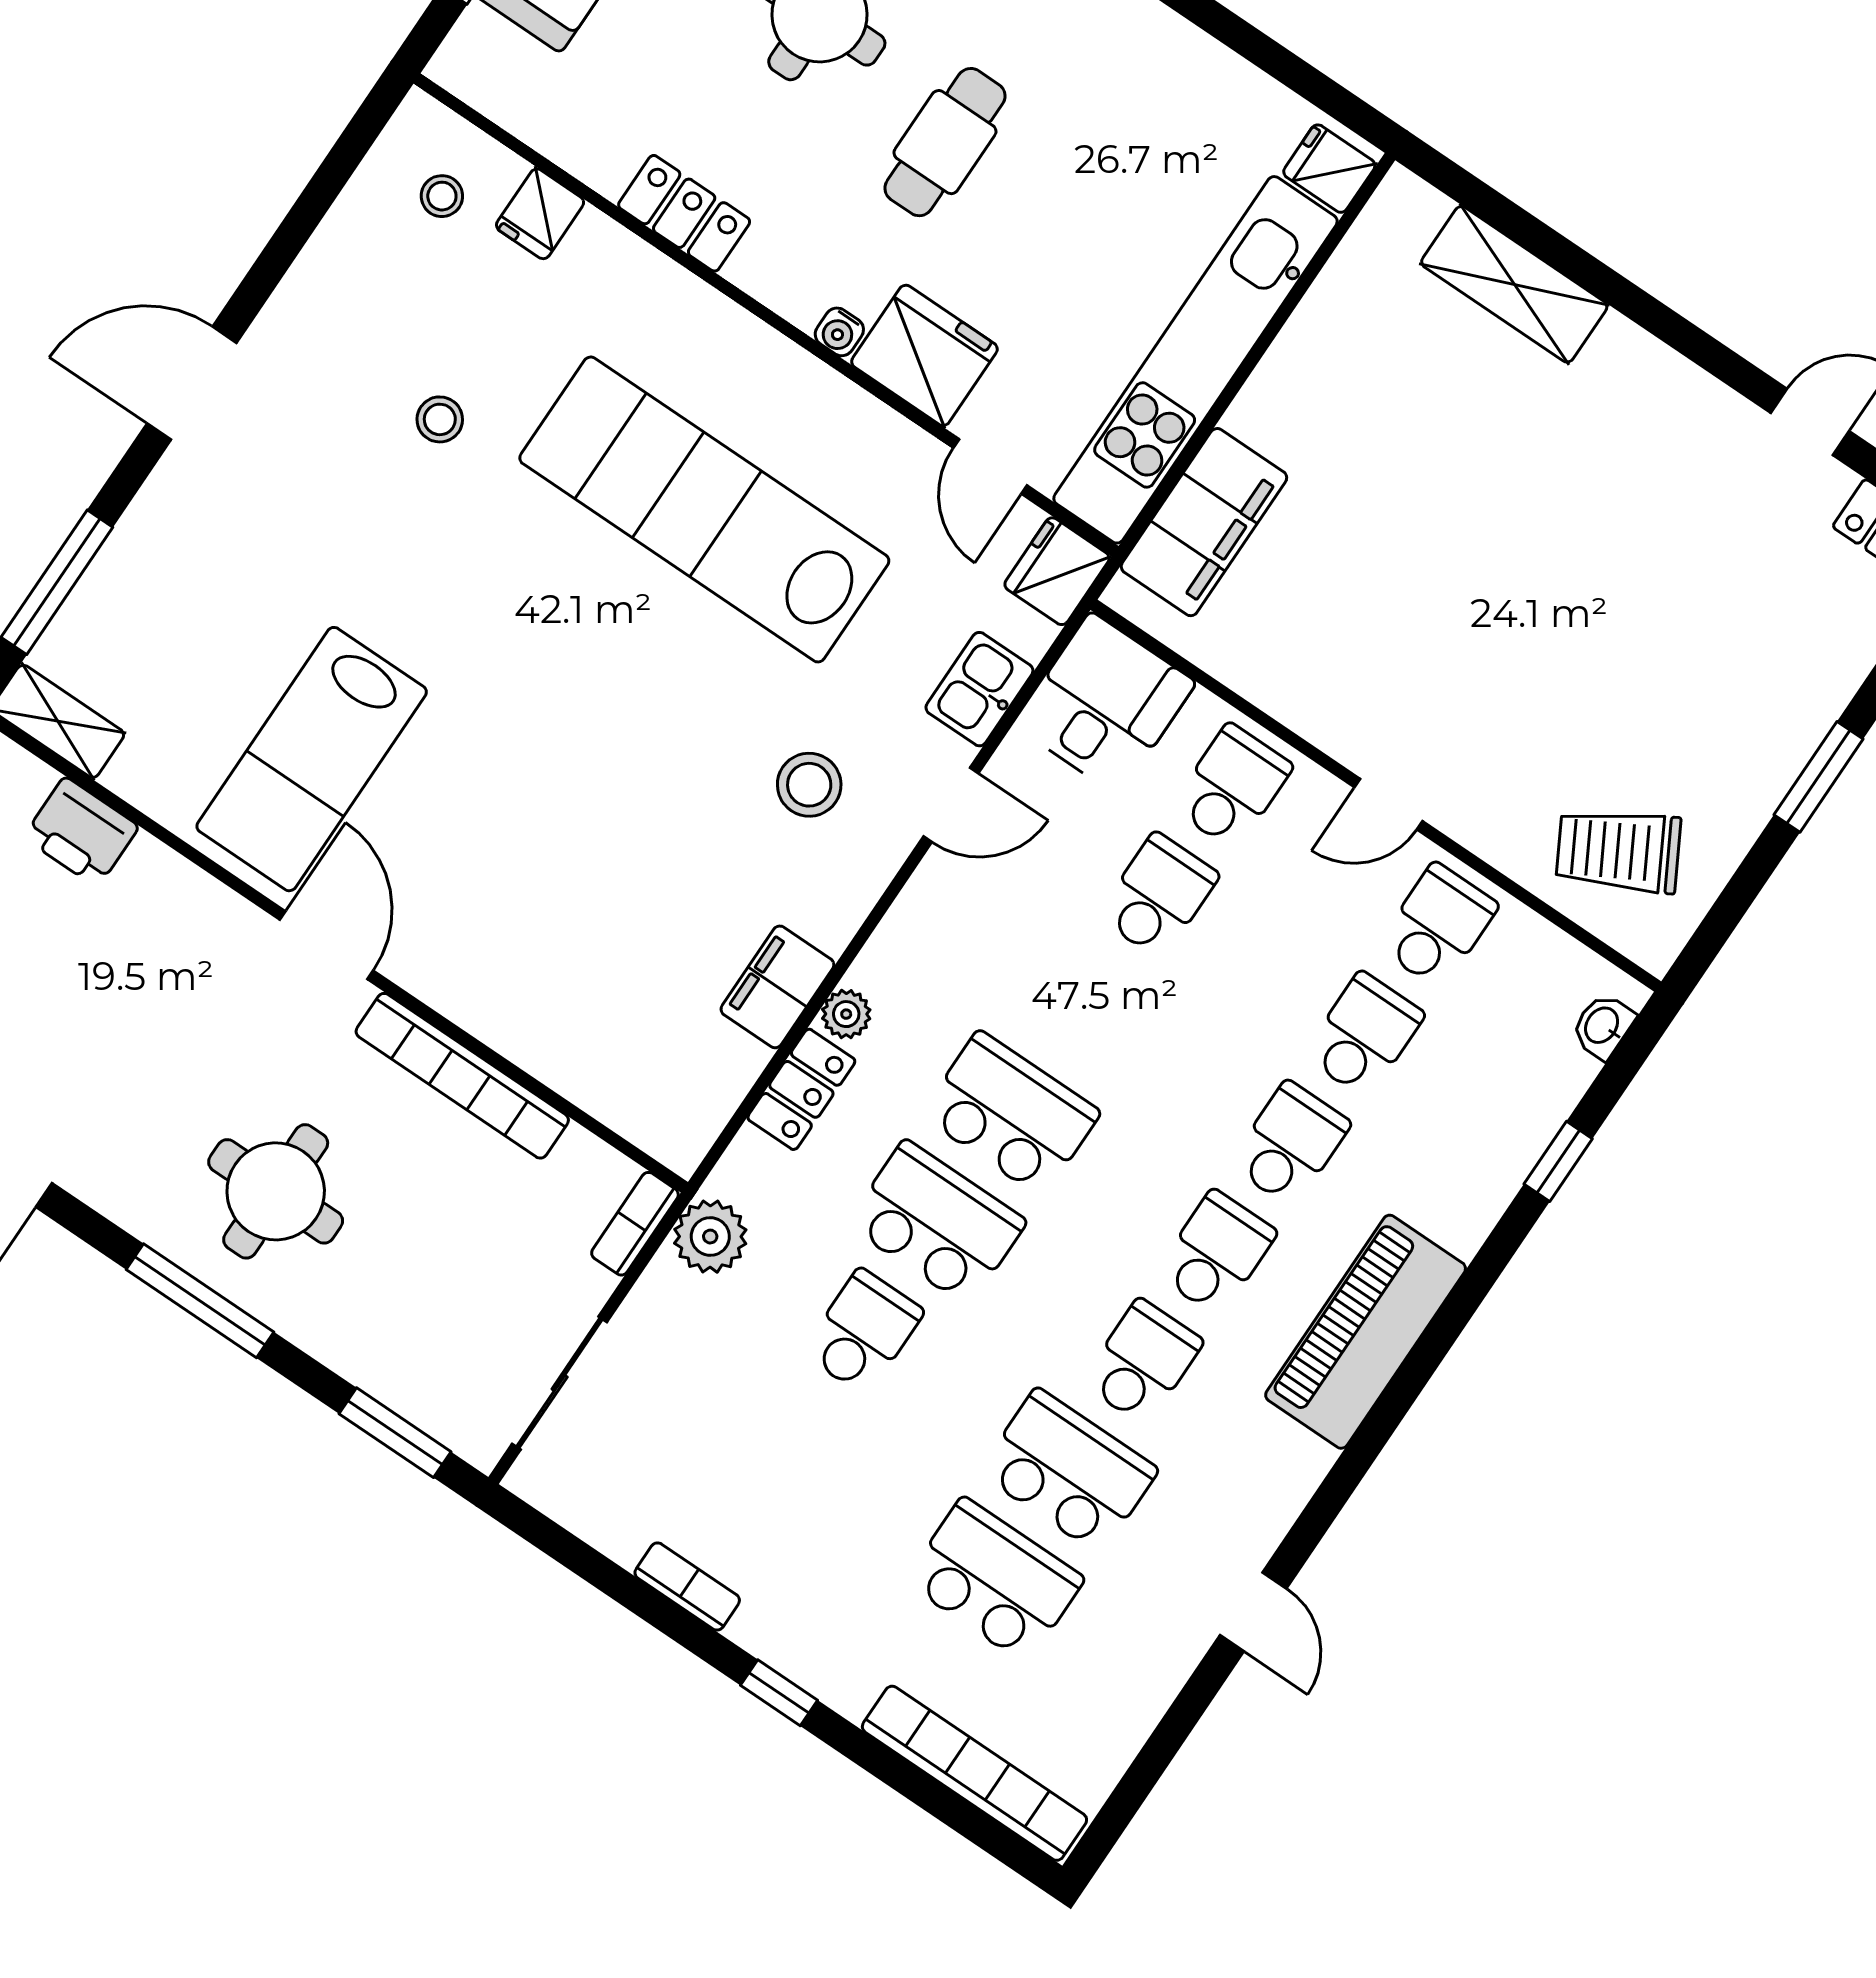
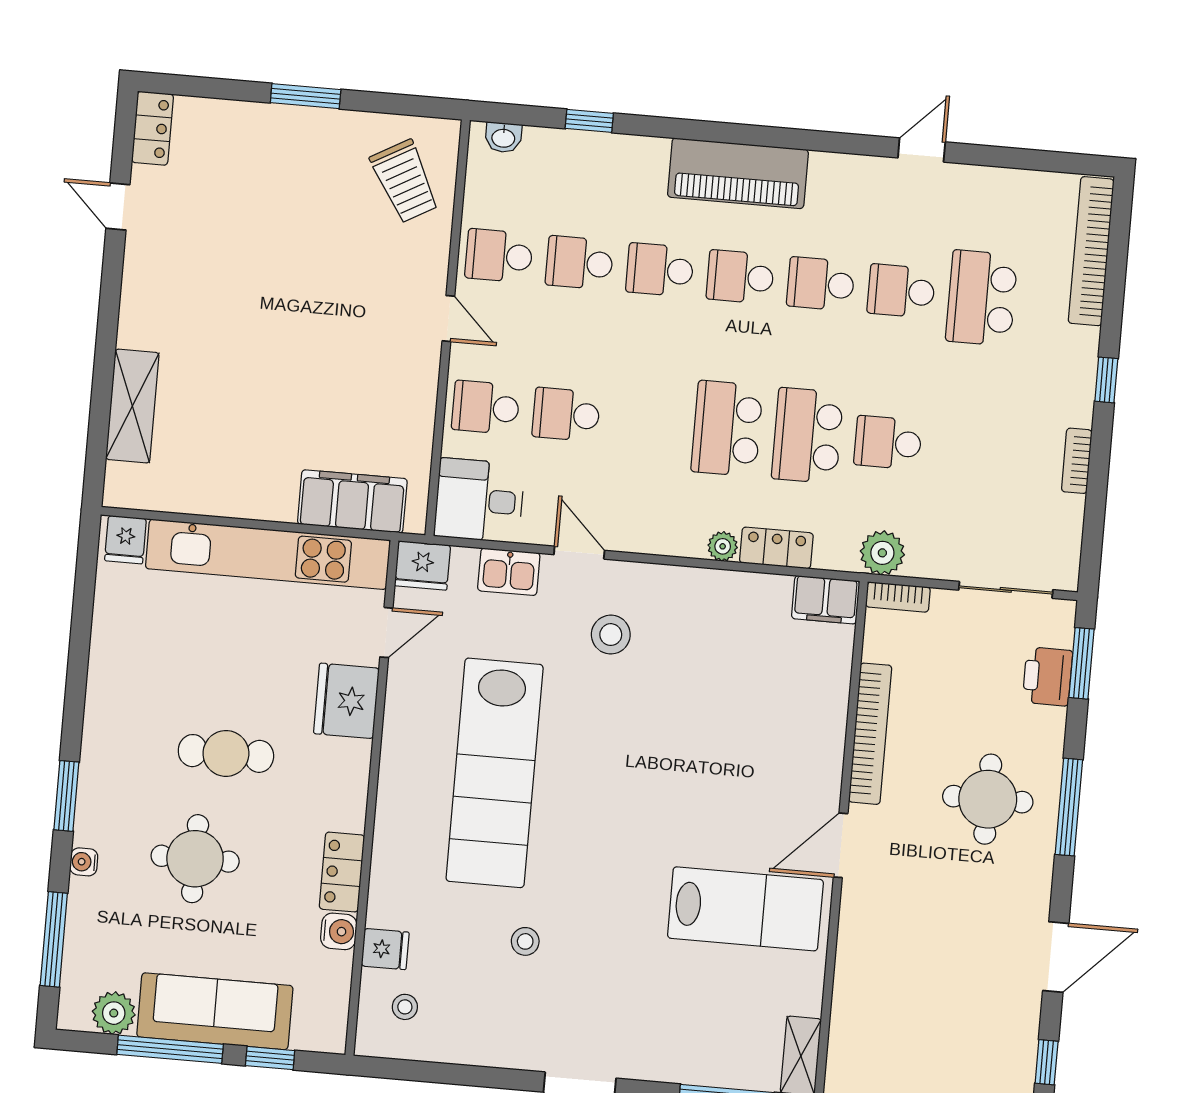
water cooler: (839, 332) -> (339, 931), moved, width x1.38, depth x1.38
printer: (81, 832) -> (1048, 676), moved, turned 180
filing cabinet: (777, 987) -> (826, 600), moved
school desk: (1069, 1471) -> (901, 291), width x0.54

